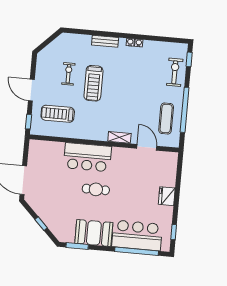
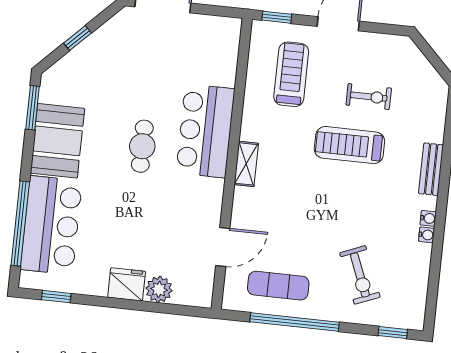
exercise bike: (175, 72) -> (360, 275), moved, turned 68
shelving: (119, 137) -> (246, 164), moved
plant: (169, 180) -> (159, 289), added

